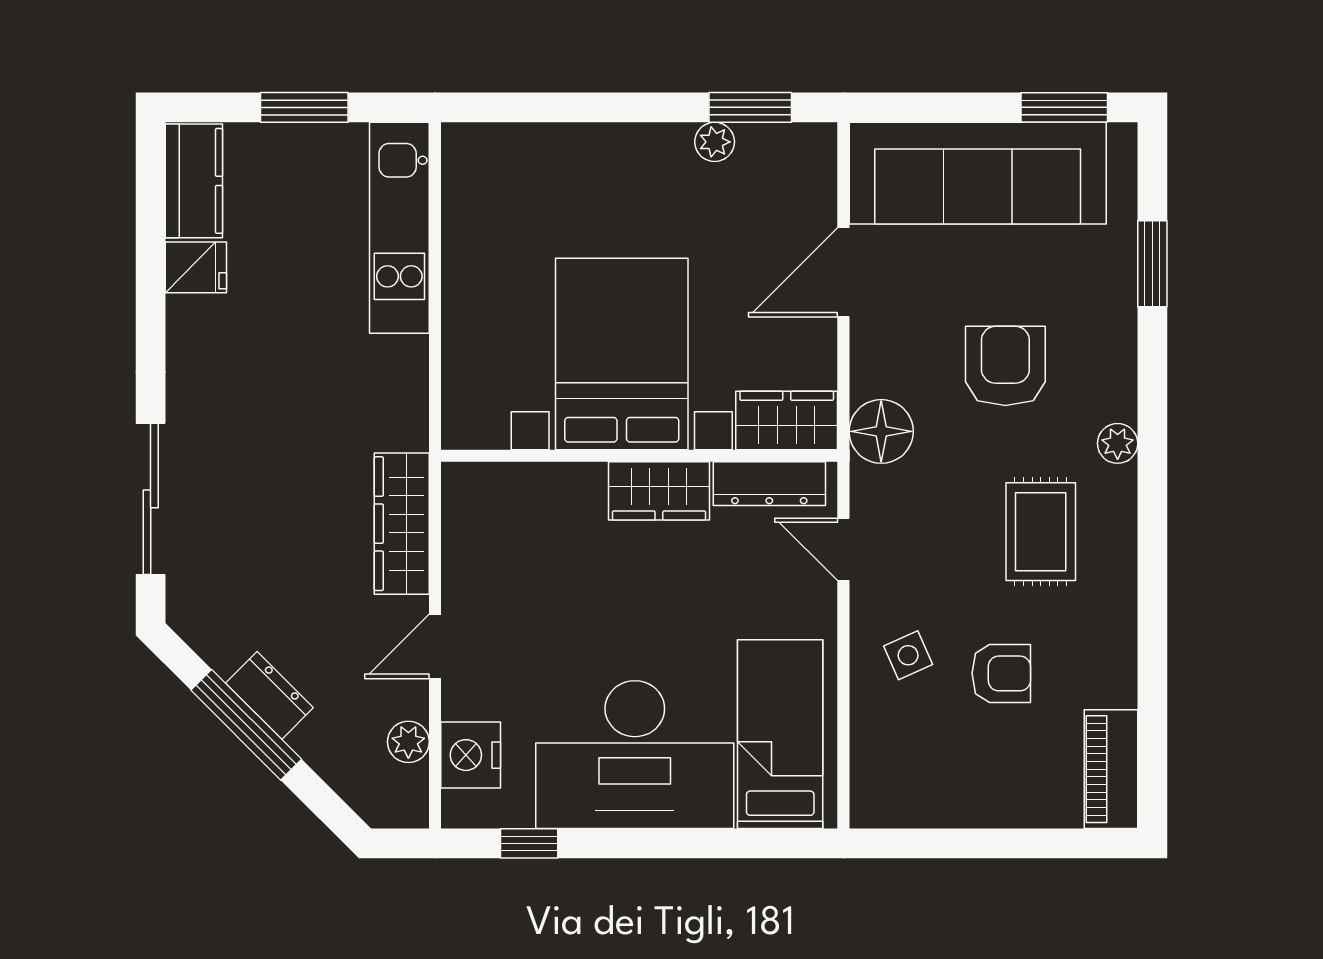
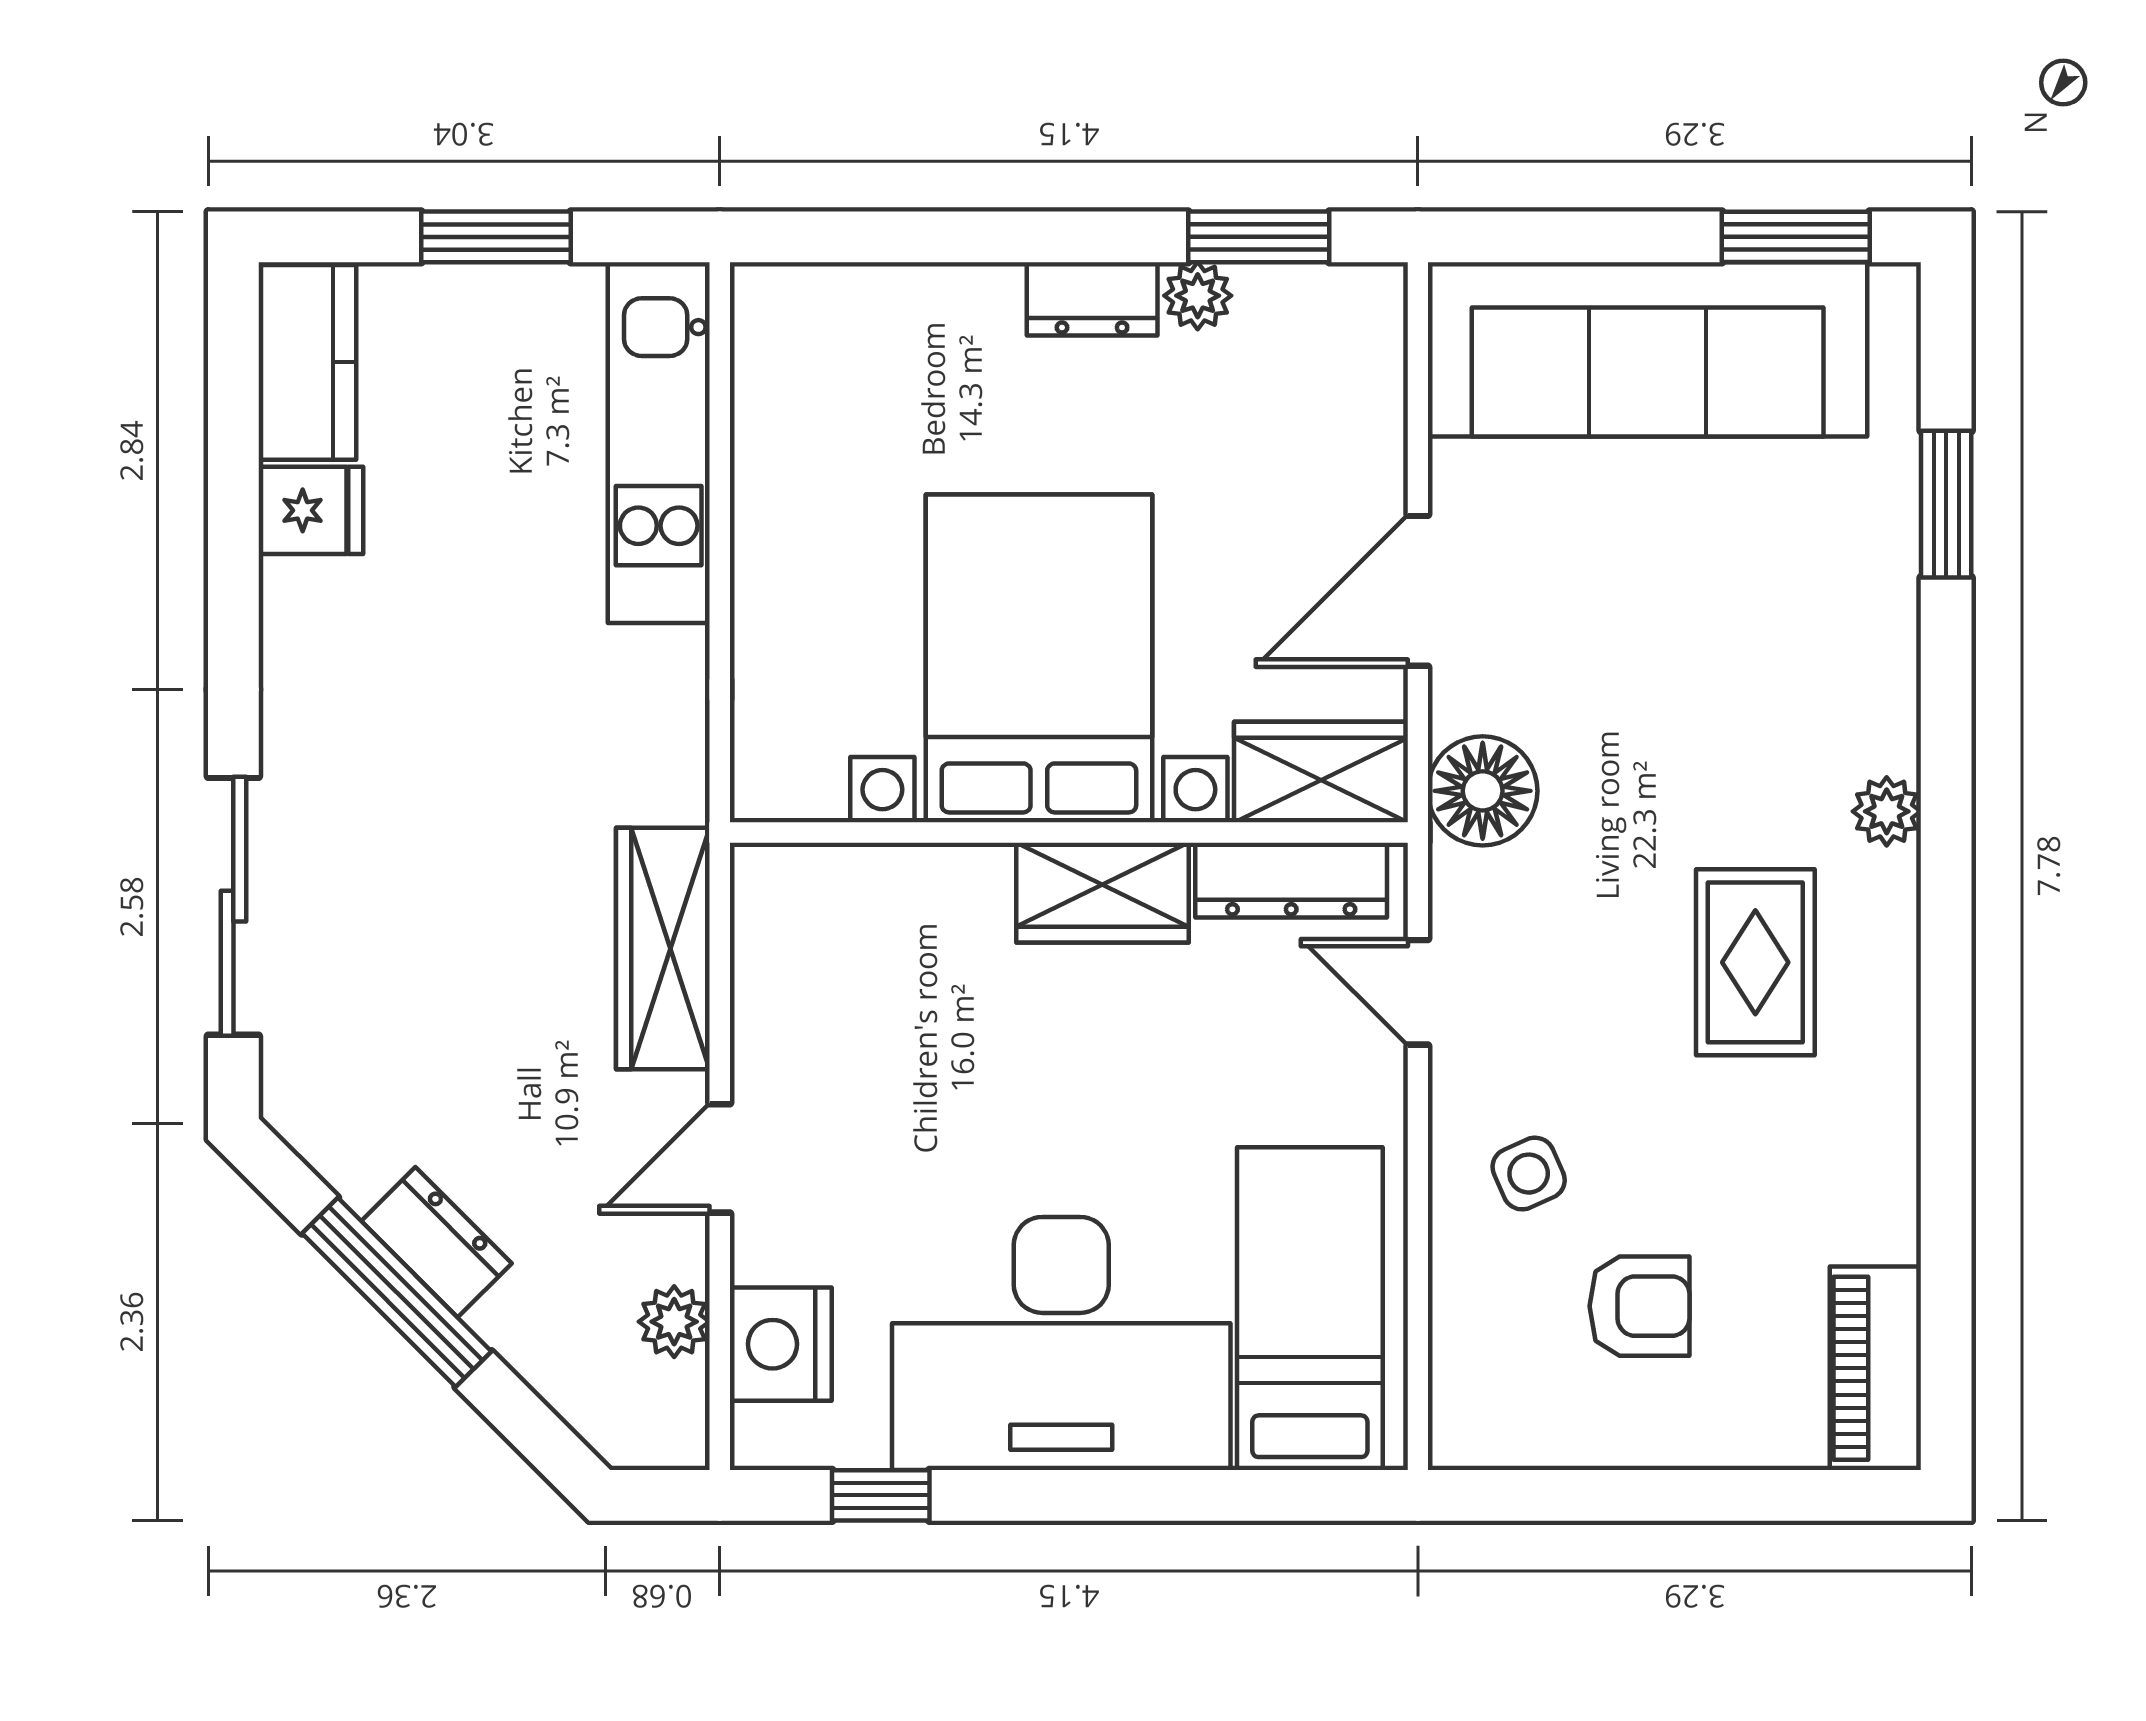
dresser: (653, 144) -> (1092, 299), added
door: (843, 272) -> (1418, 591), moved
armchair: (1005, 366) -> (1695, 679), removed
armchair: (1001, 673) -> (1639, 1306), moved

